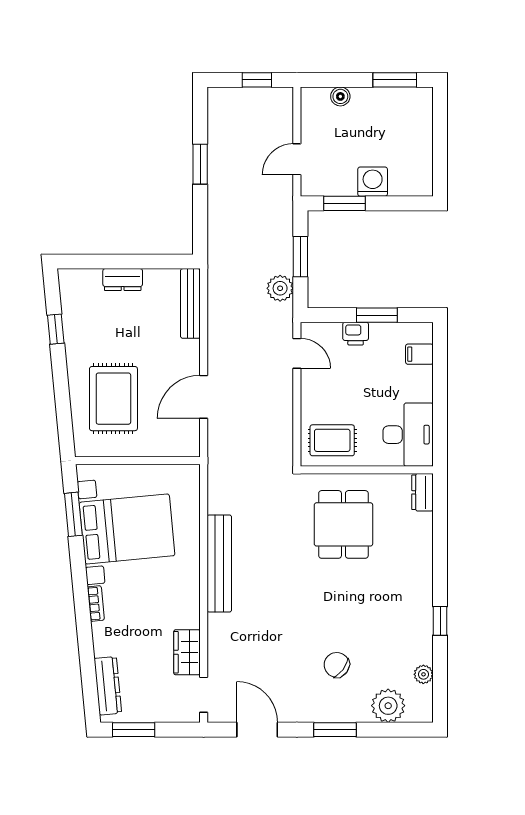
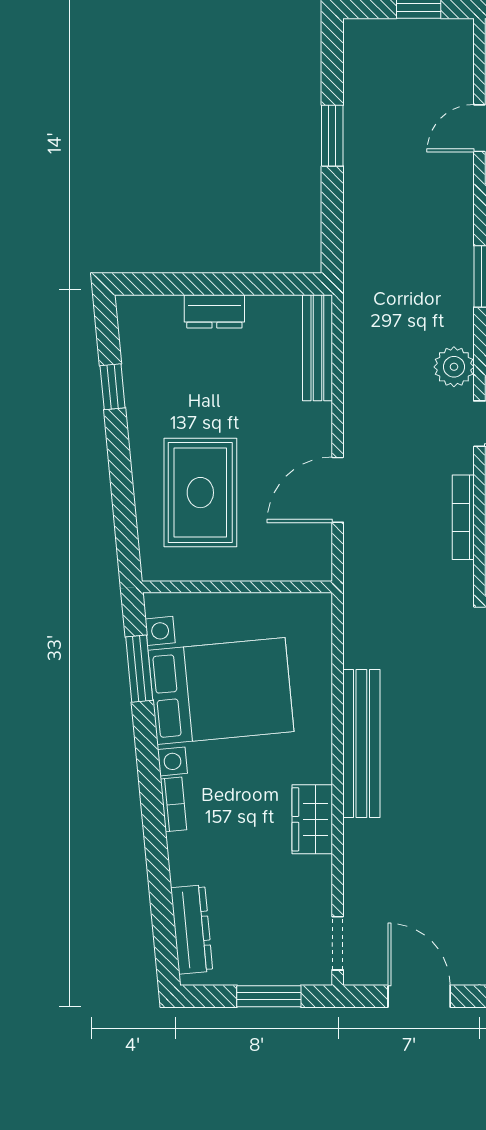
plant: (280, 288) -> (454, 367), moved
bookcase: (286, 415) -> (463, 517), added
wardrobe: (187, 652) -> (312, 819), moved
window: (134, 730) -> (269, 996), moved

